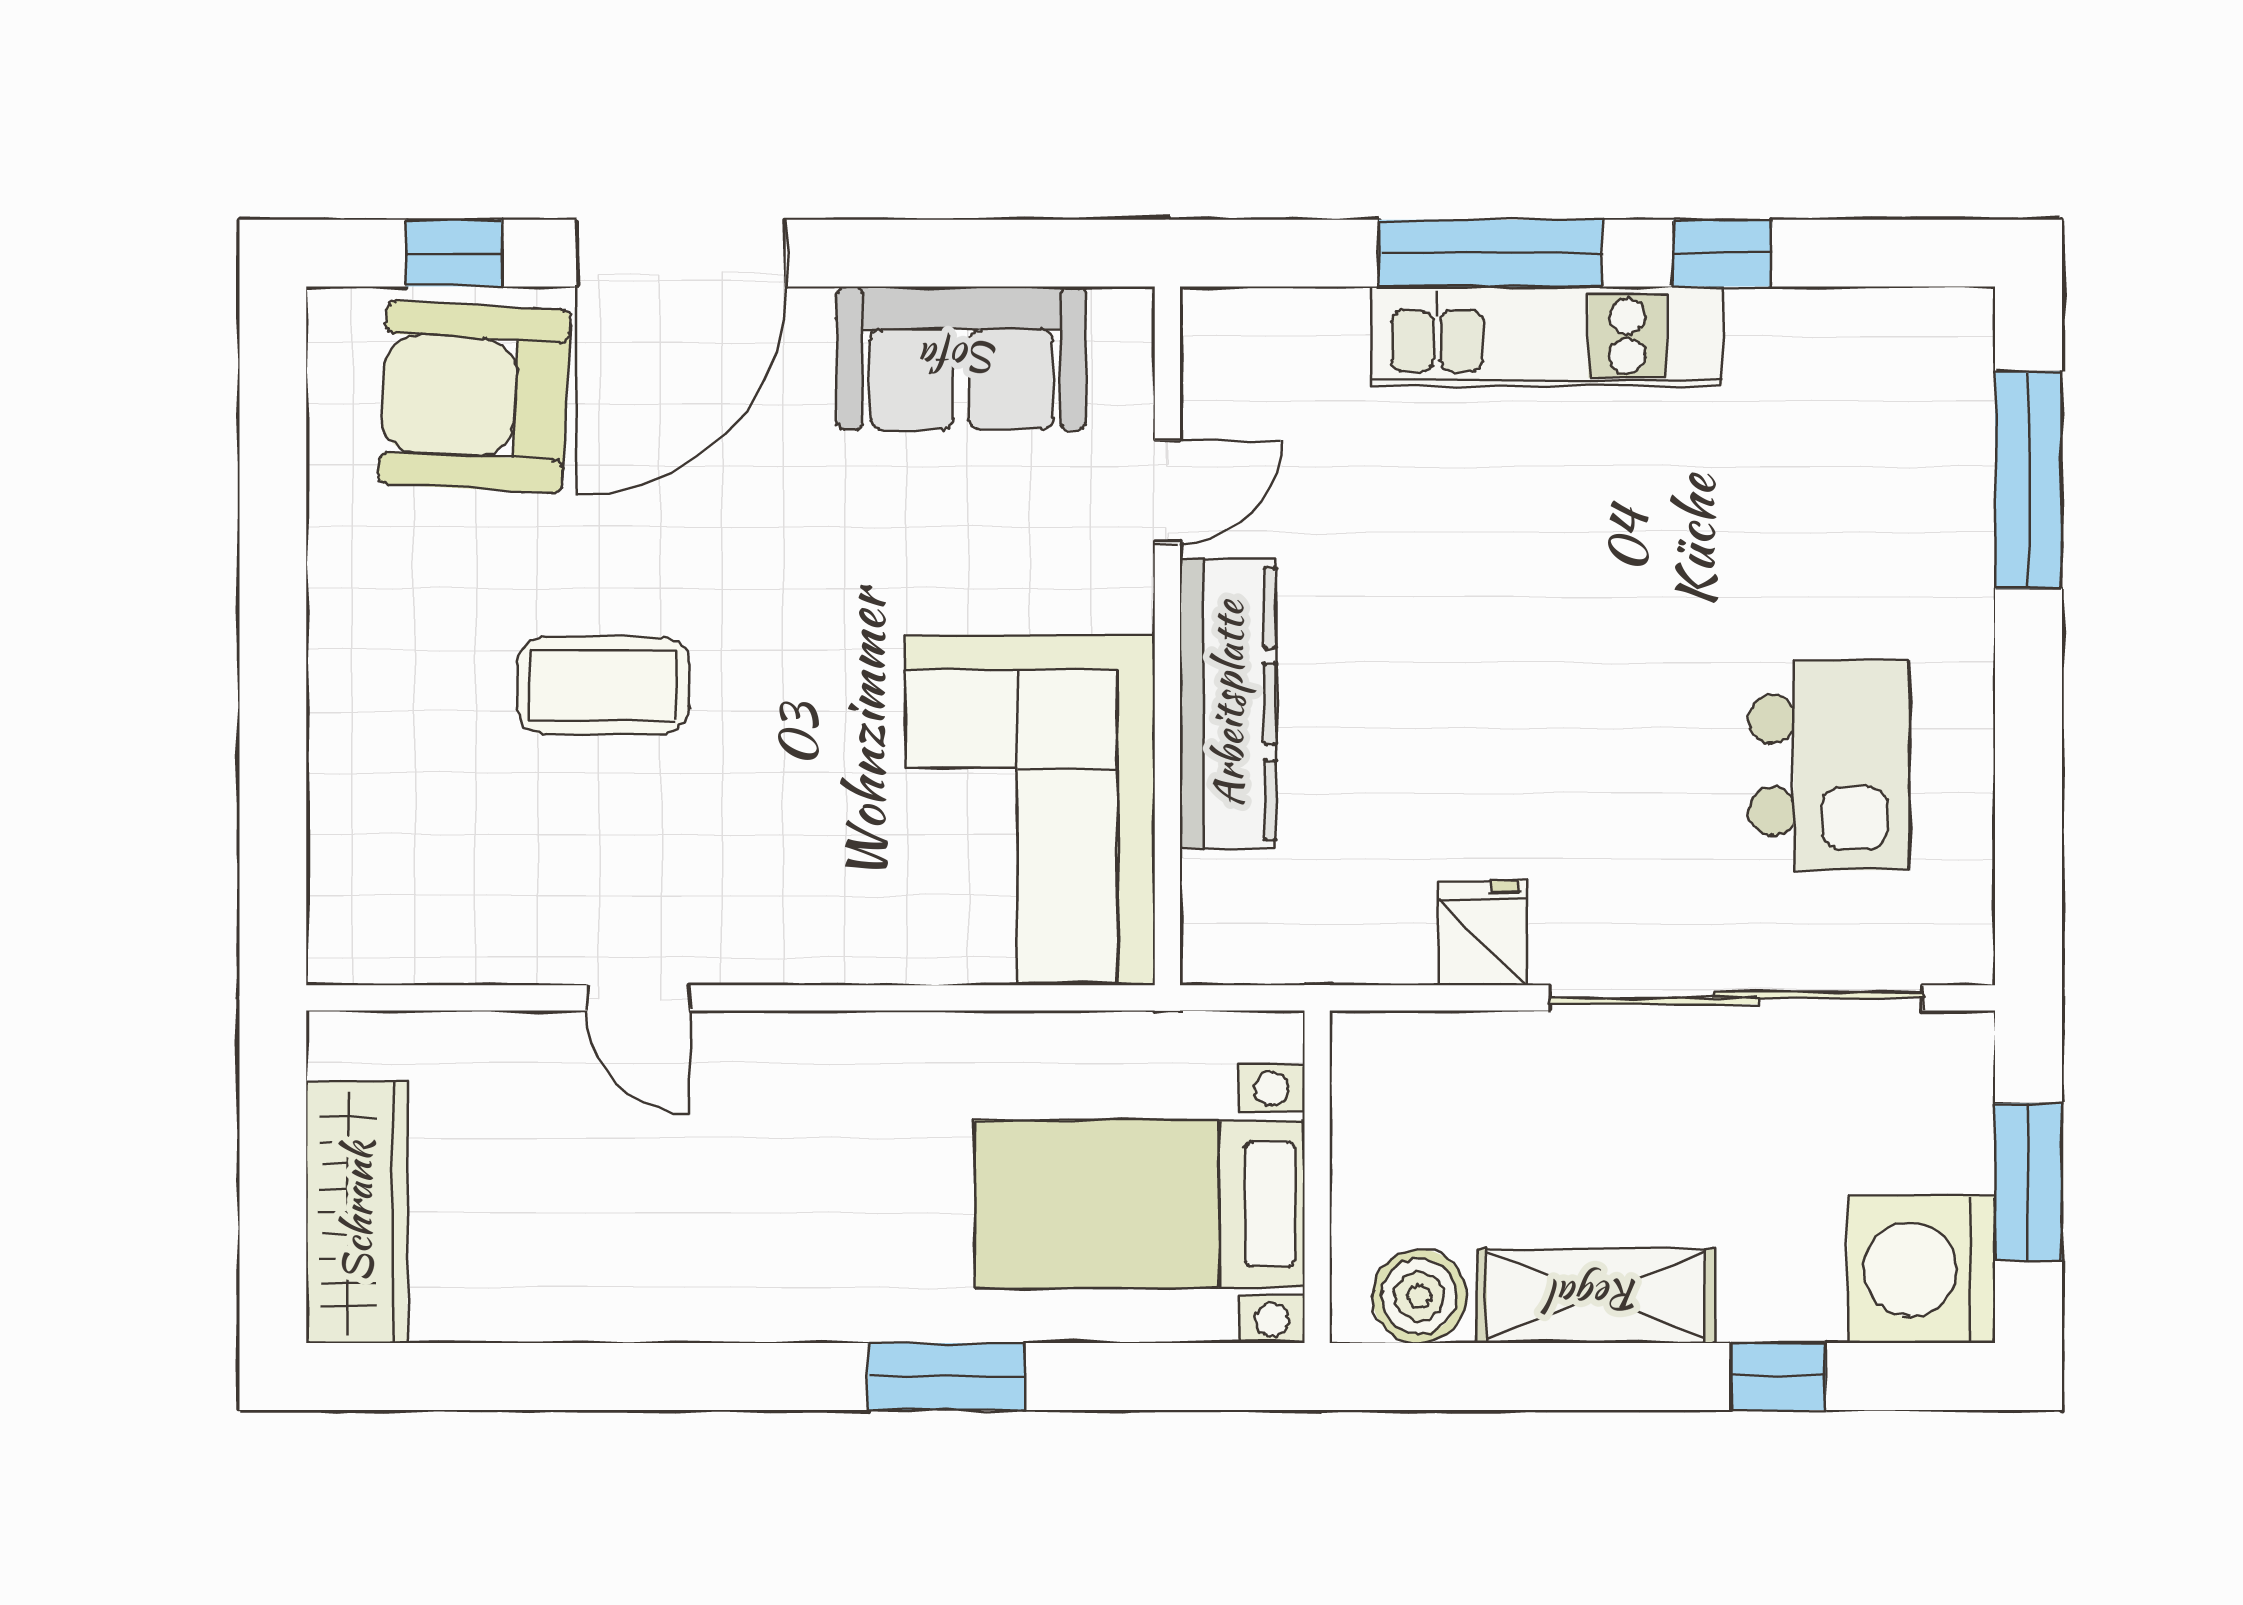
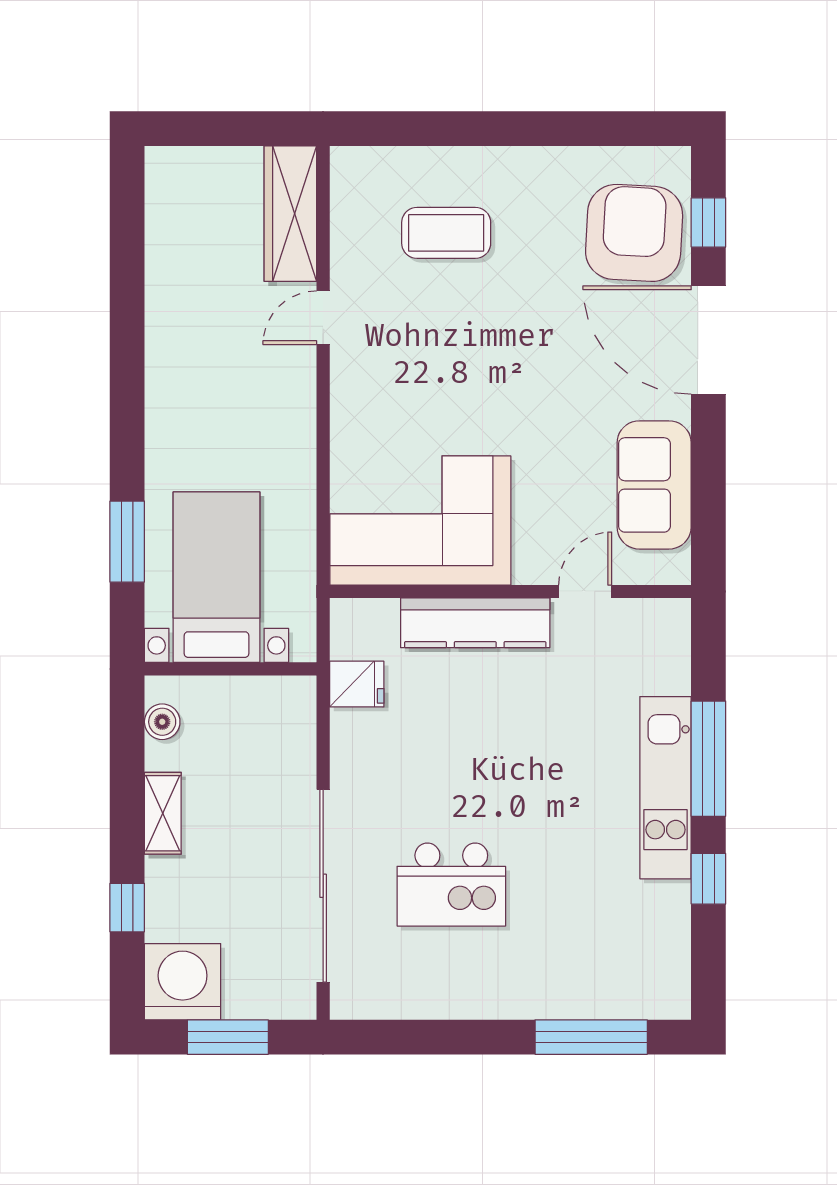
door: (1167, 491) -> (585, 591), swing flipped
coffee table: (603, 686) -> (446, 233), moved, turned 90
kitchen island: (1829, 765) -> (451, 885), moved
fridge: (1482, 933) -> (357, 684), moved
wardrobe: (357, 1212) -> (290, 214), moved, turned 90
boiler: (1419, 1296) -> (162, 722), width x0.73, depth x0.73
shelving: (1596, 1296) -> (163, 813), width x0.67, depth x0.75
window: (946, 1376) -> (127, 542), moved

